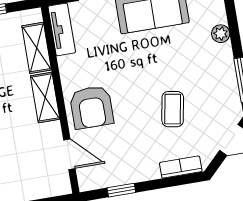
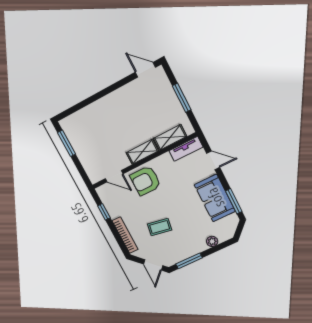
door: (69, 154) -> (114, 176), hinge flipped
bookcase: (181, 167) -> (125, 235), width x1.56

